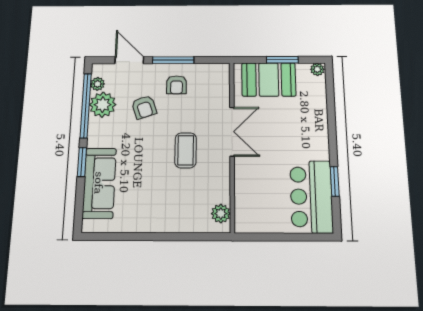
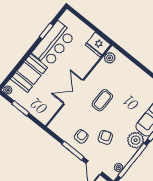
booth: (269, 80) -> (29, 73), moved, turned 90
plant: (103, 105) -> (136, 140), moved
bar counter: (311, 197) -> (54, 44), moved
fridge: (251, 219) -> (98, 45), added

